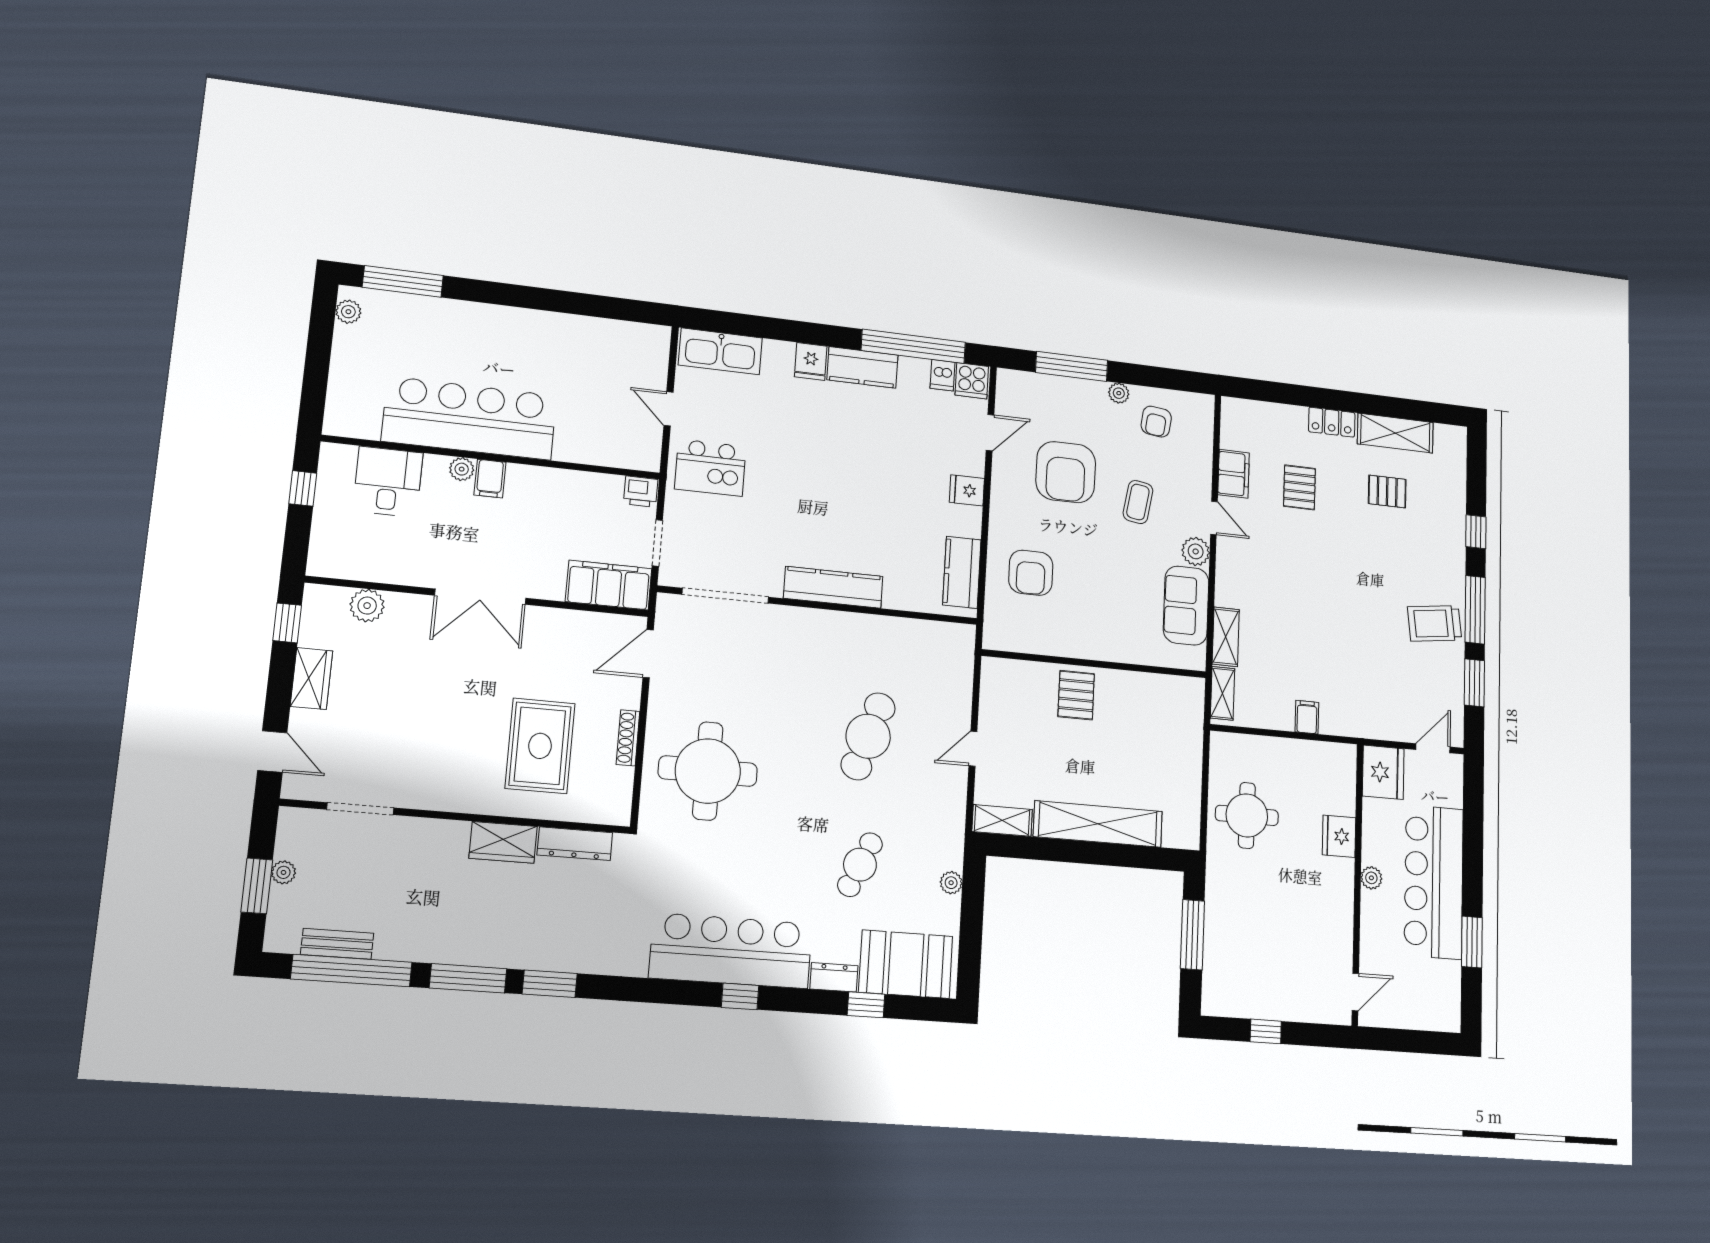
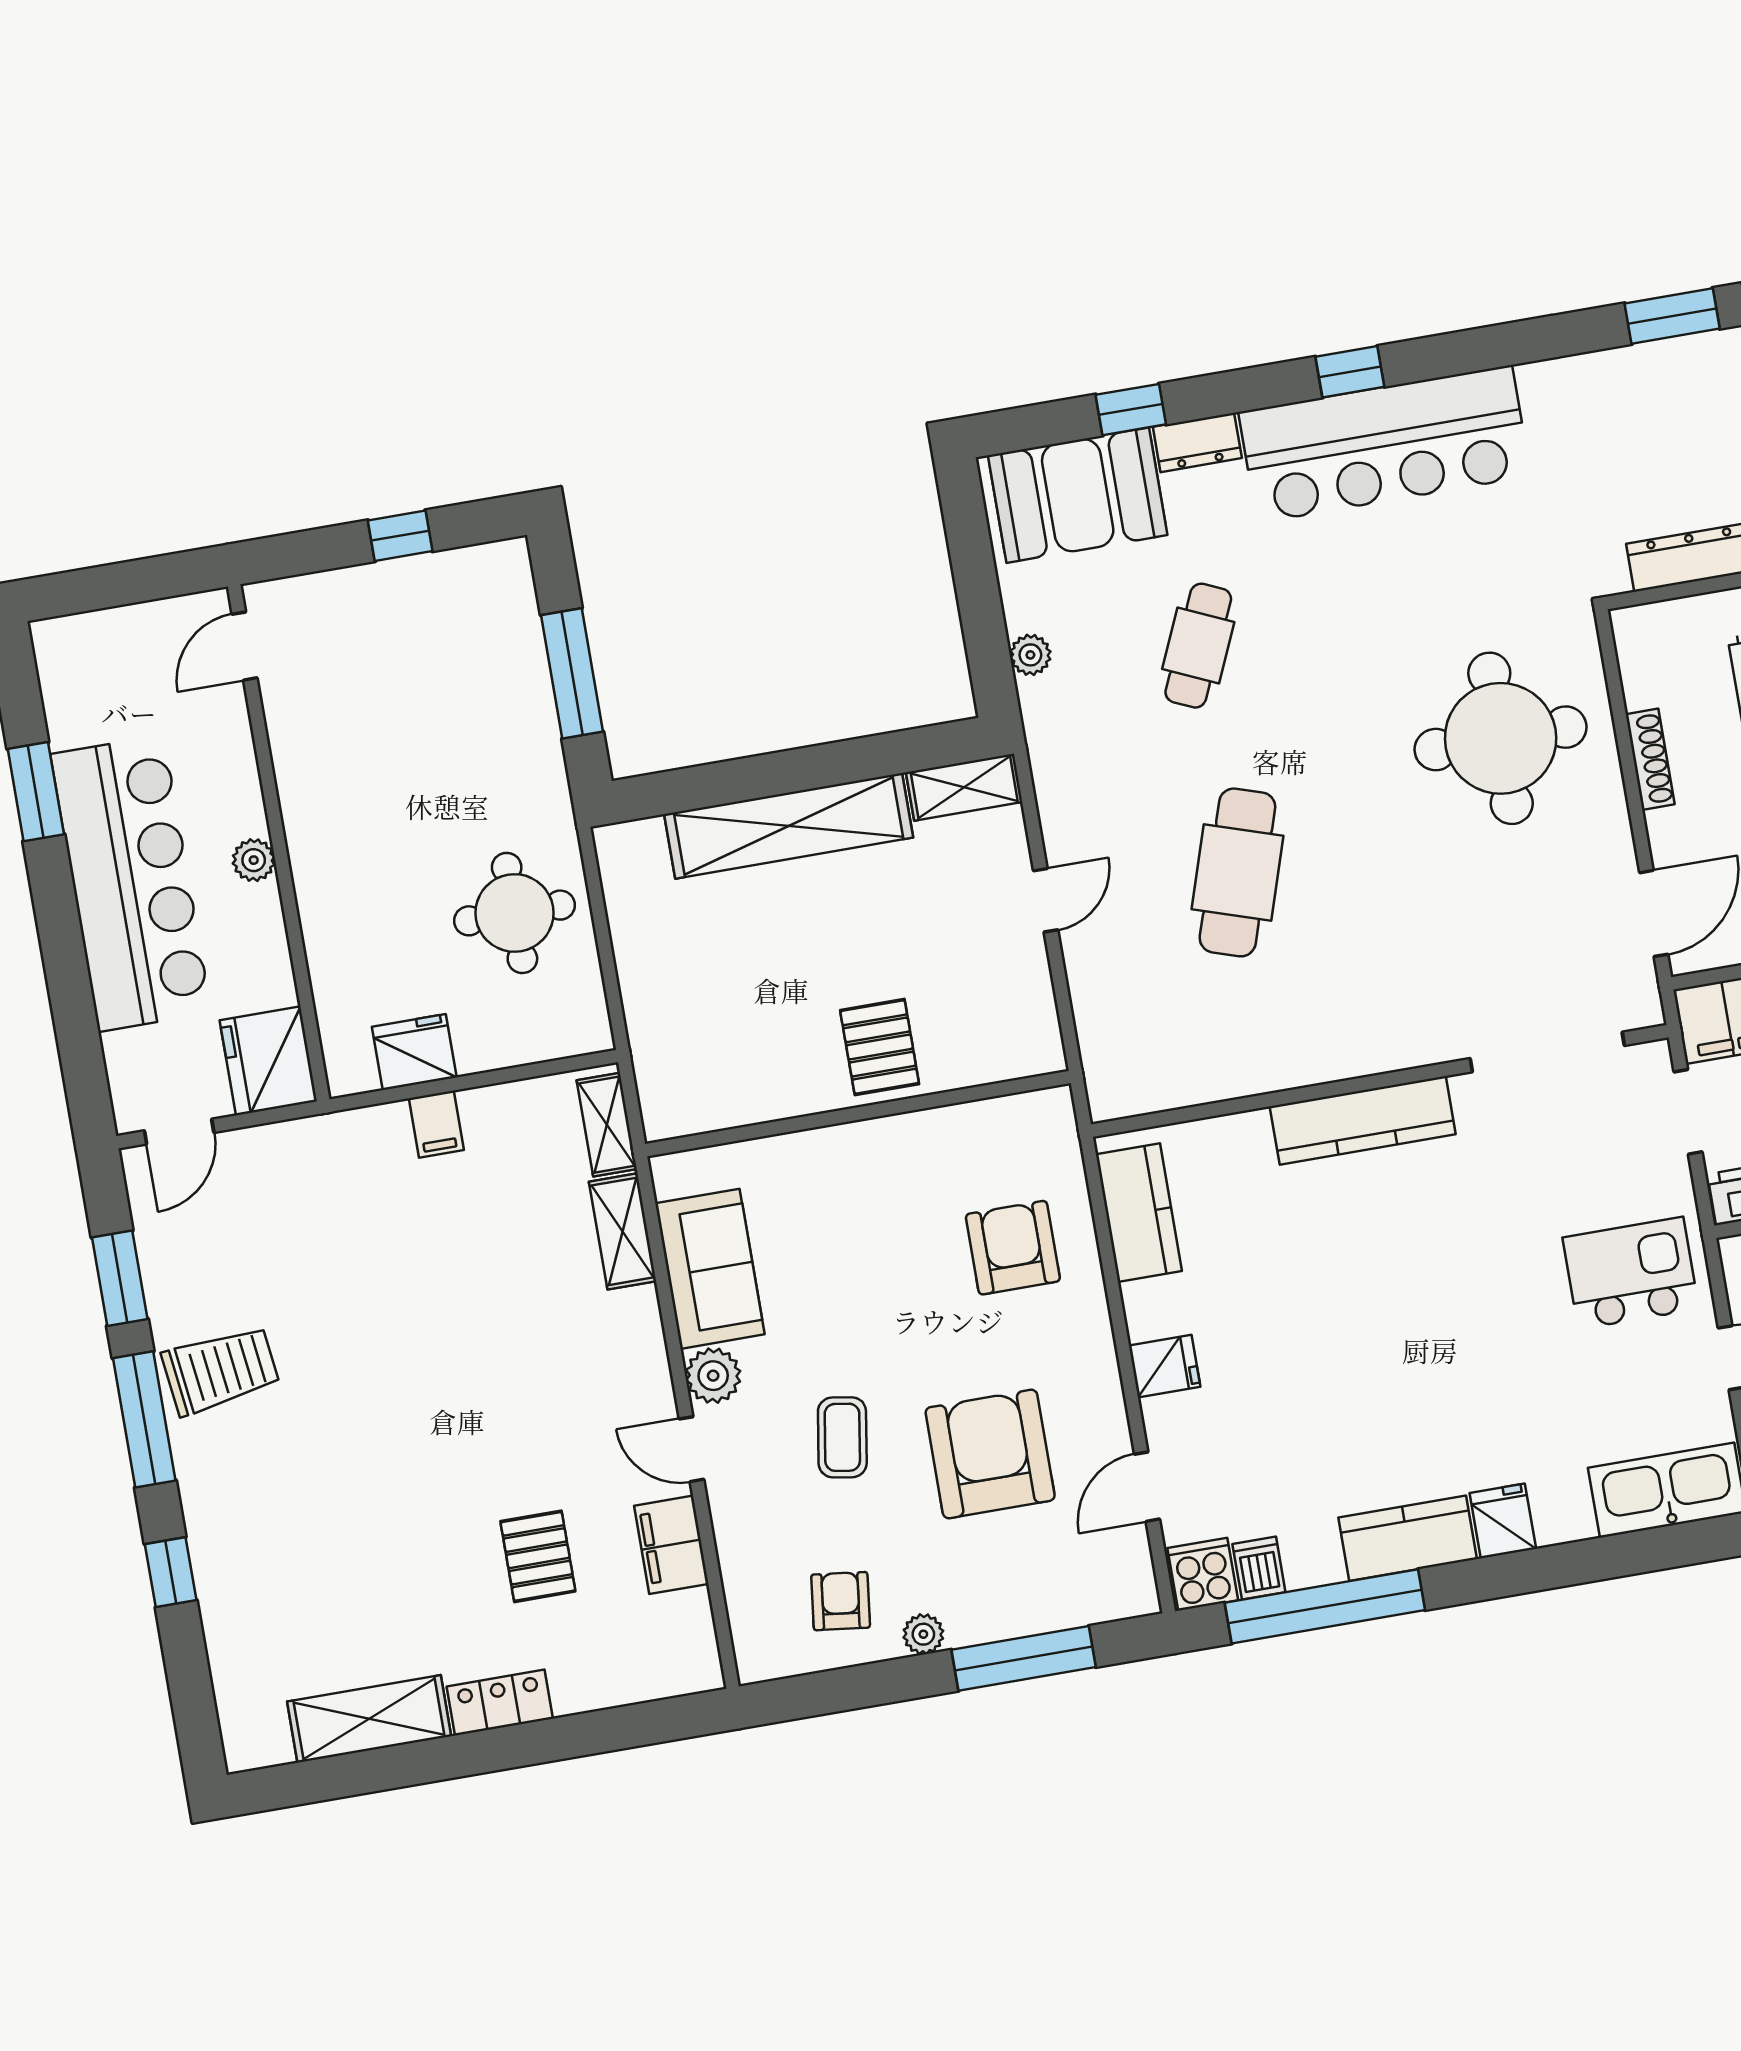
pallet: (1387, 491) -> (363, 1599), removed
fridge: (1339, 836) -> (414, 1052), moved, turned -90

